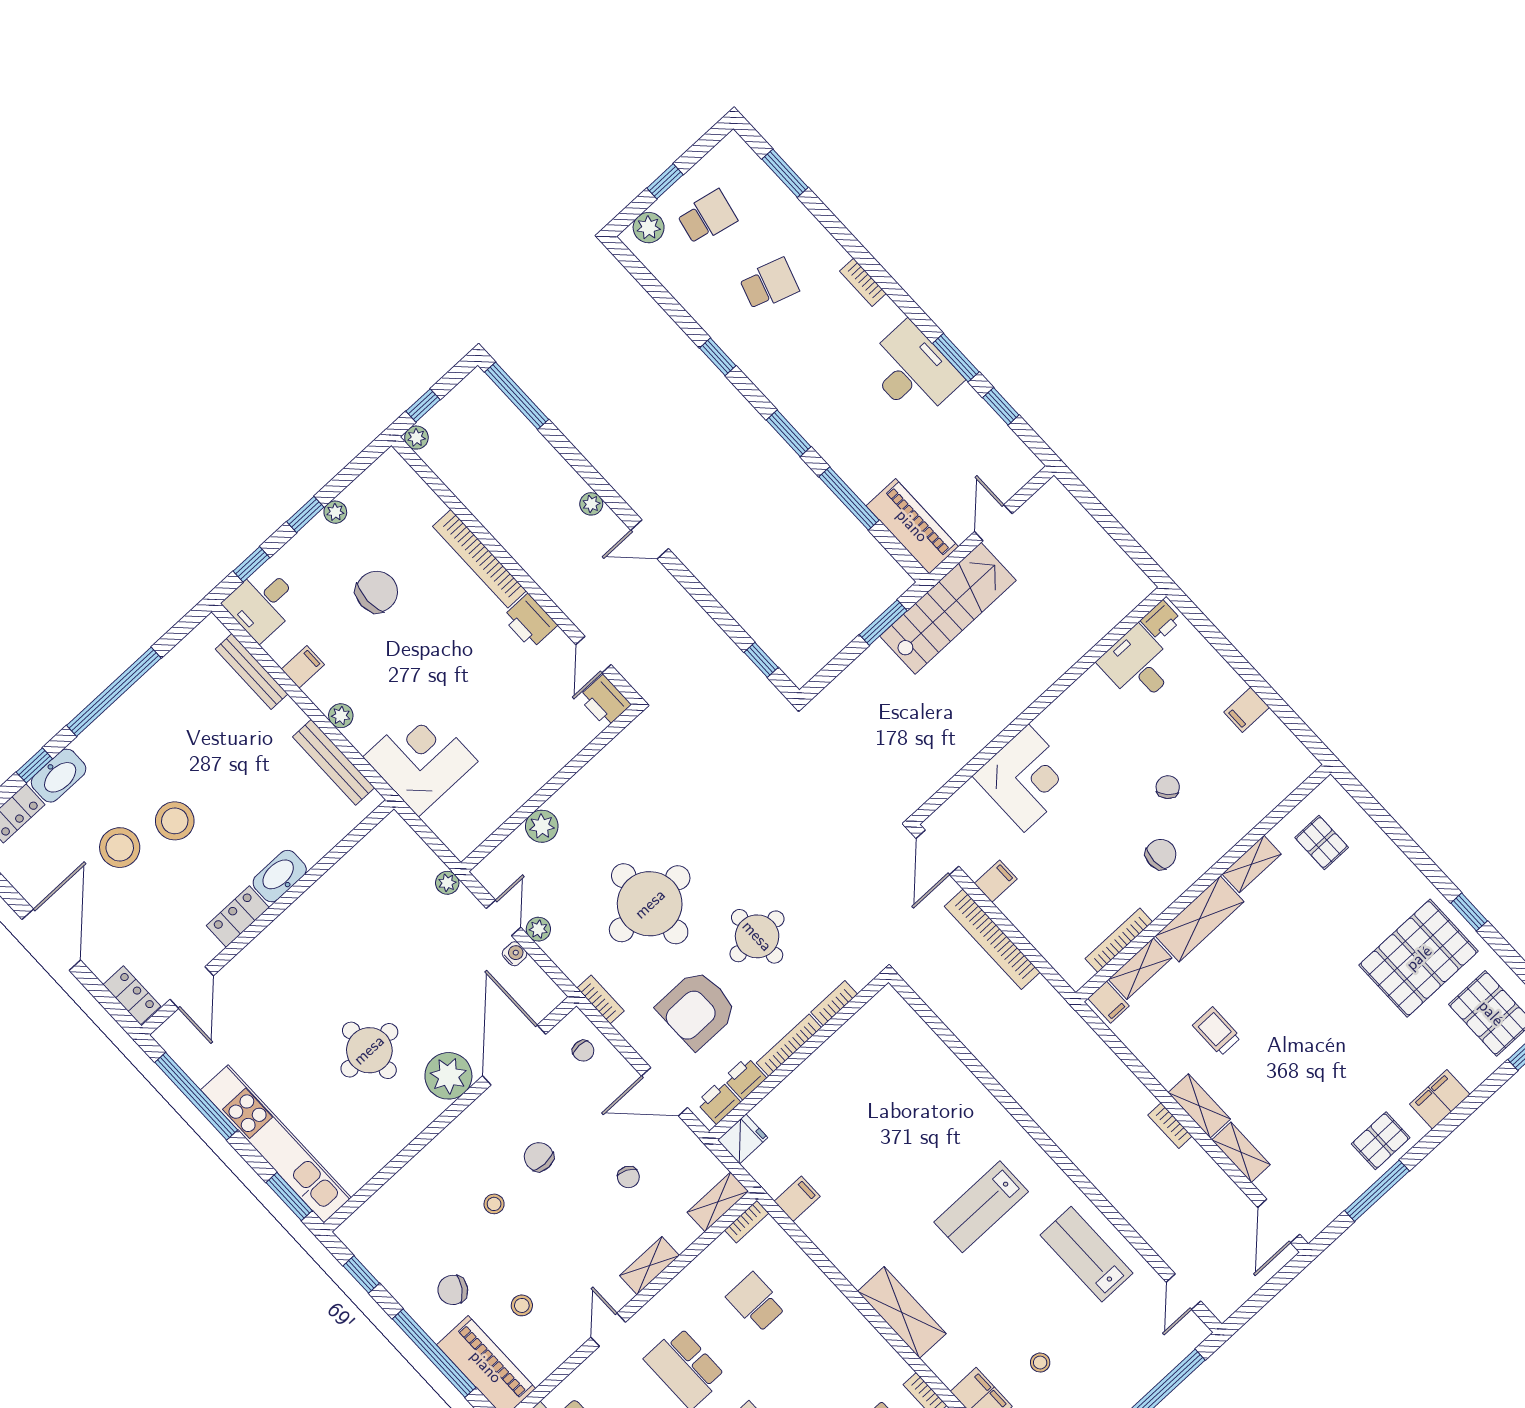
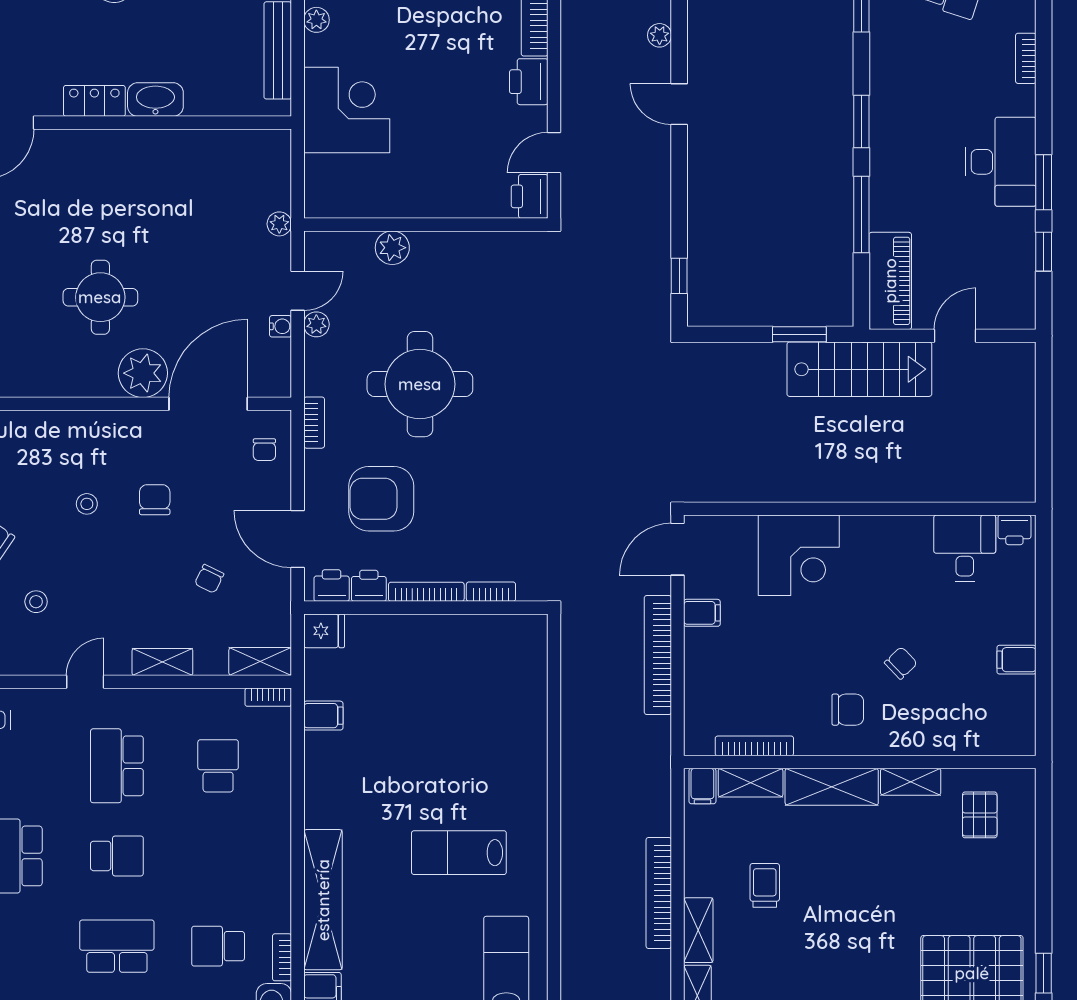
round table: (757, 936) -> (479, 485), removed
bookcase: (1170, 1126) -> (659, 893), width x2.31, depth x1.31
shelving: (902, 1312) -> (323, 900), width x1.47

